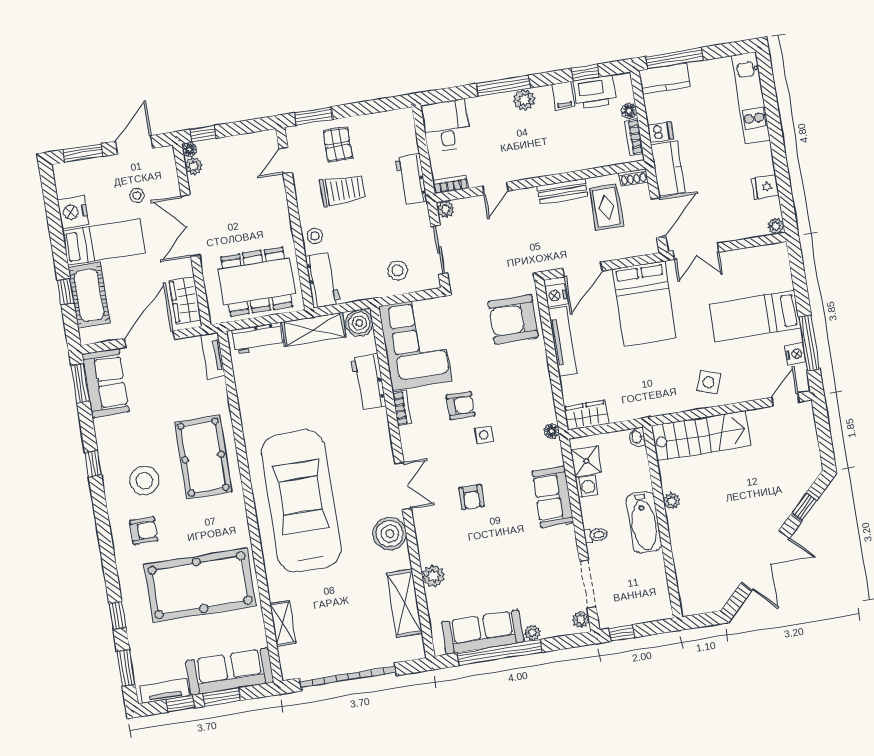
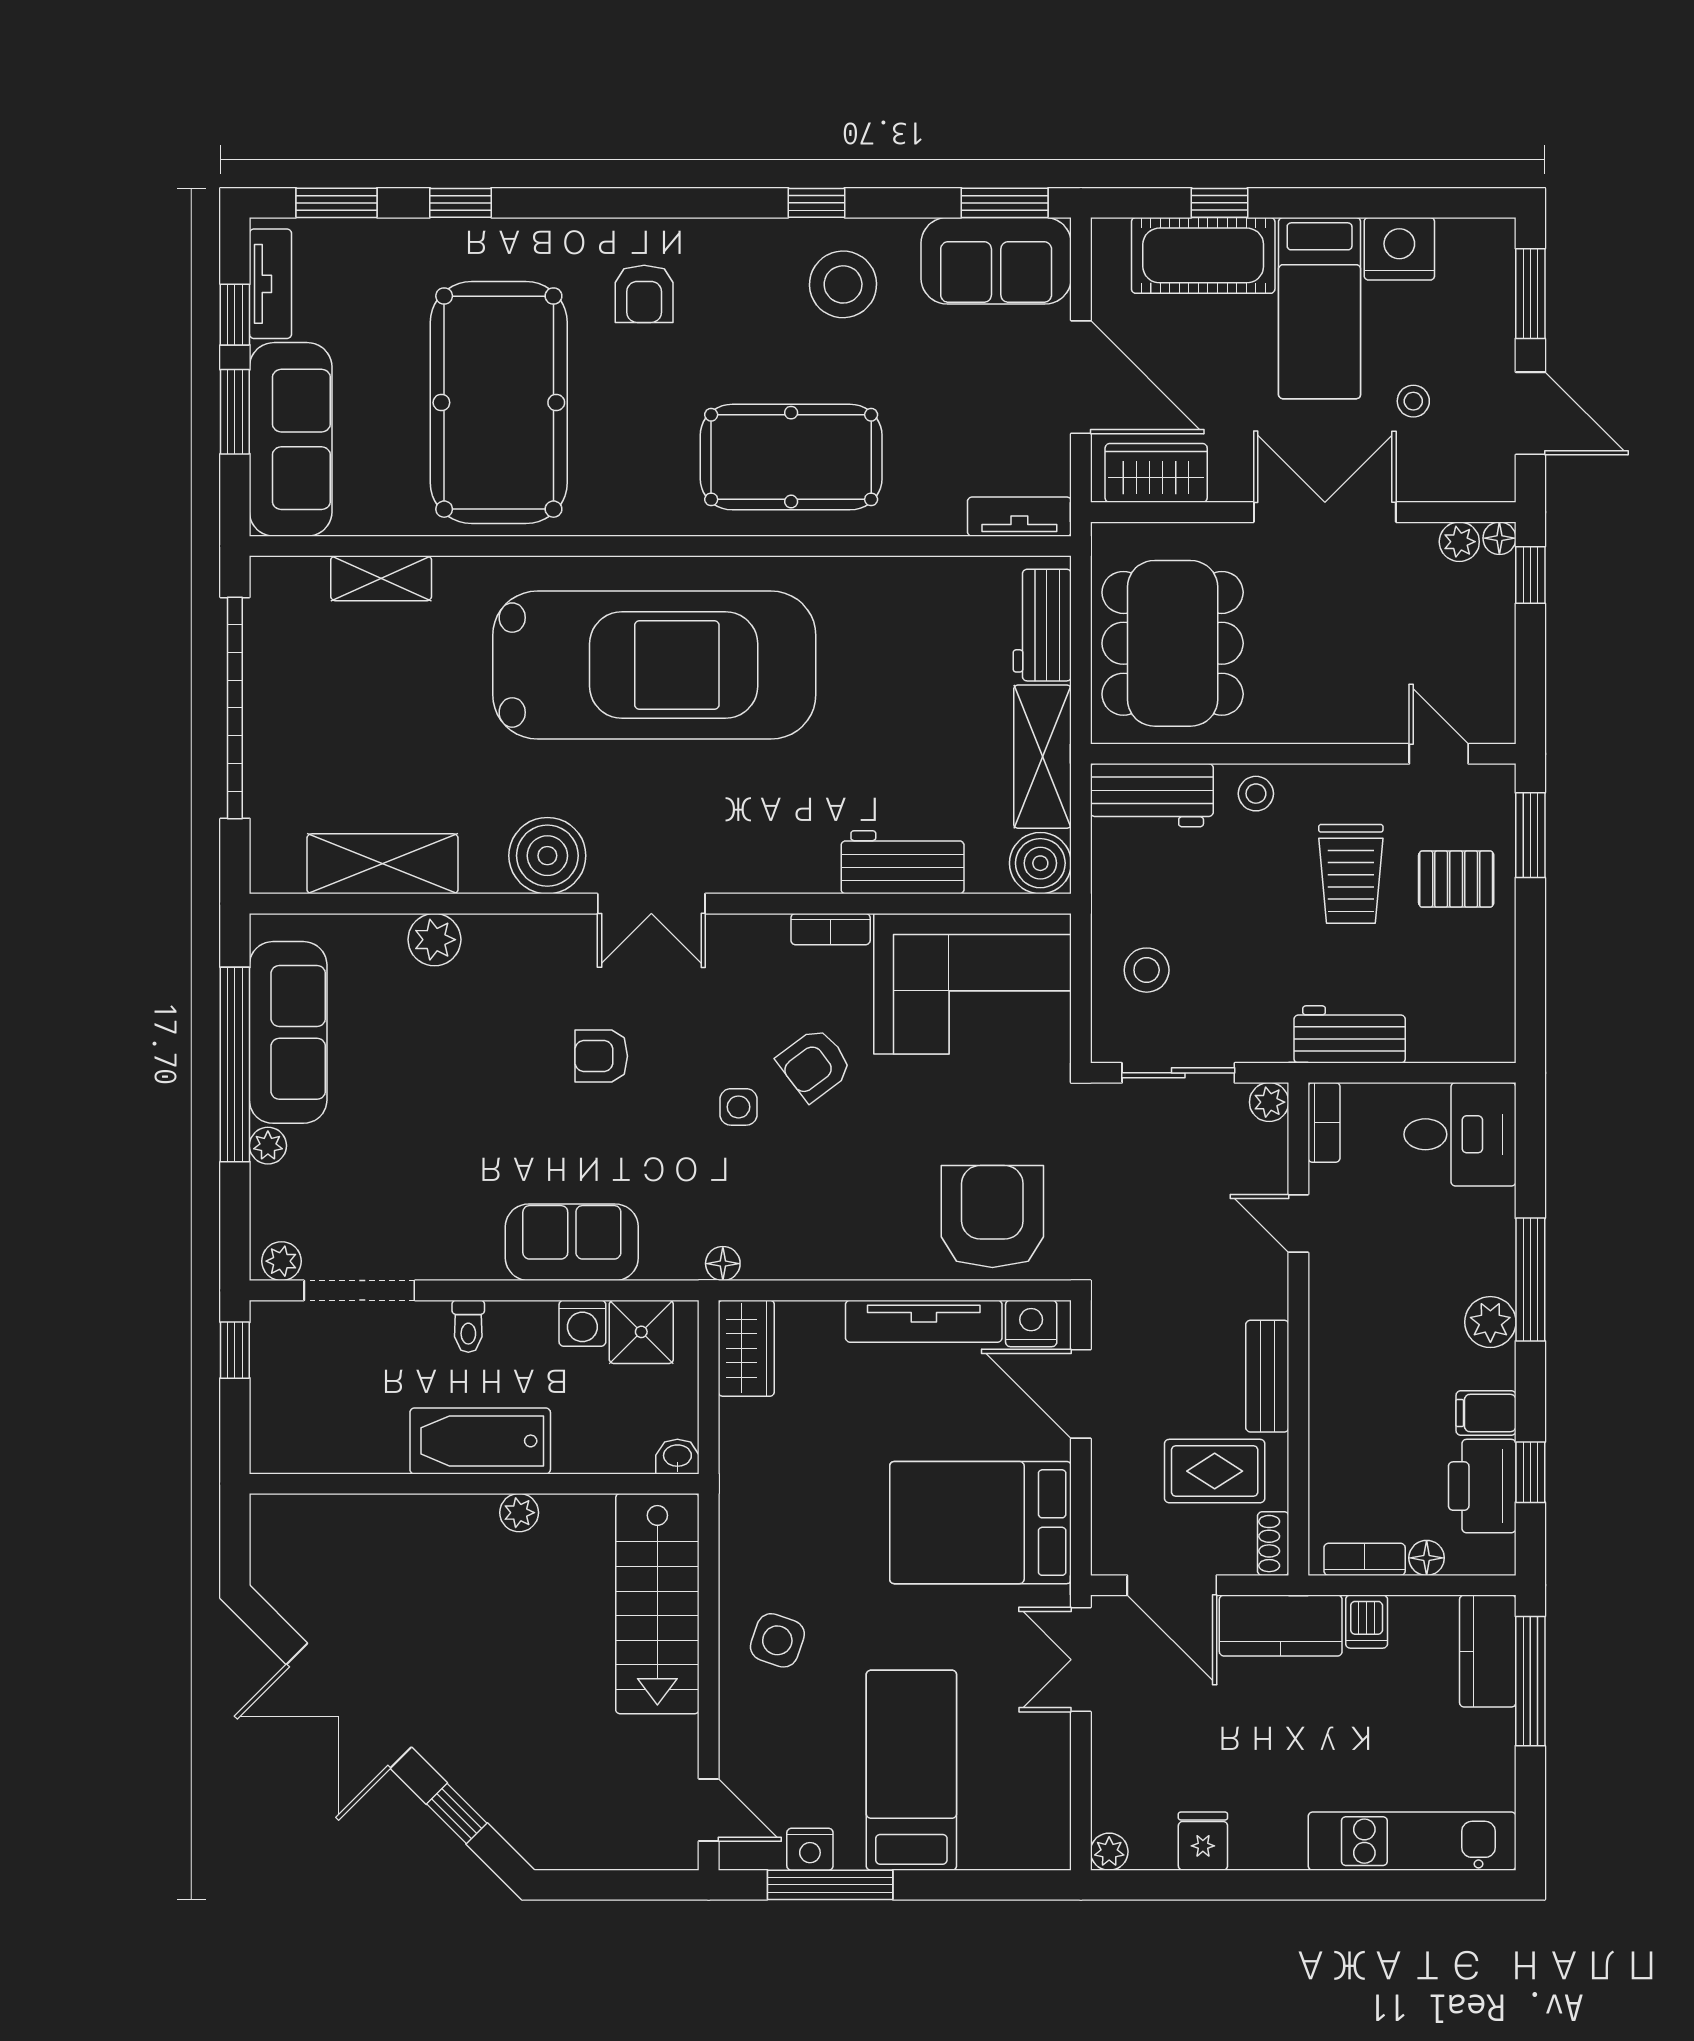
armchair: (460, 405) -> (815, 1064), turned 53
stool: (144, 480) -> (843, 284), moved

